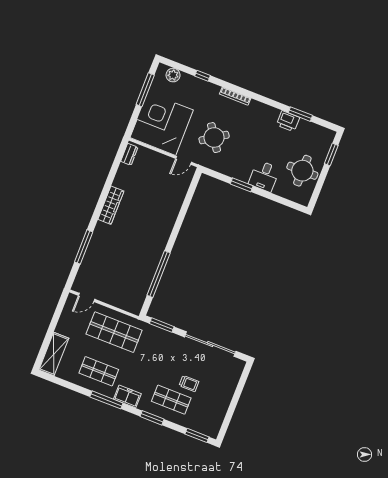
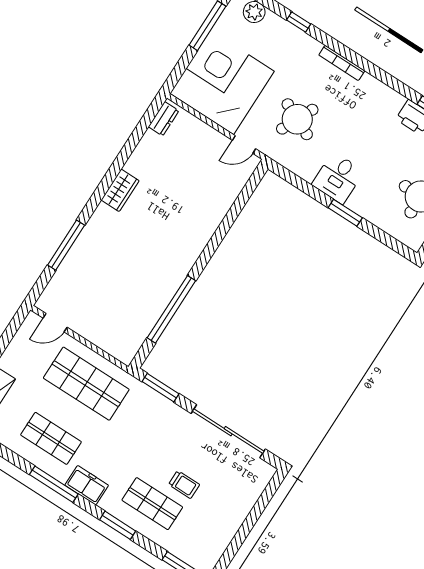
round table: (214, 138) -> (297, 119), turned -31
desk: (264, 176) -> (338, 178), moved
window: (242, 185) -> (345, 213), moved
wardrobe: (111, 205) -> (120, 190), width x0.67

